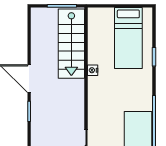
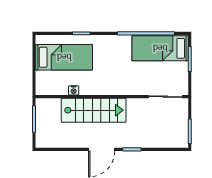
stairs: (71, 44) -> (94, 110), moved
nightstand: (93, 70) -> (74, 90), moved

